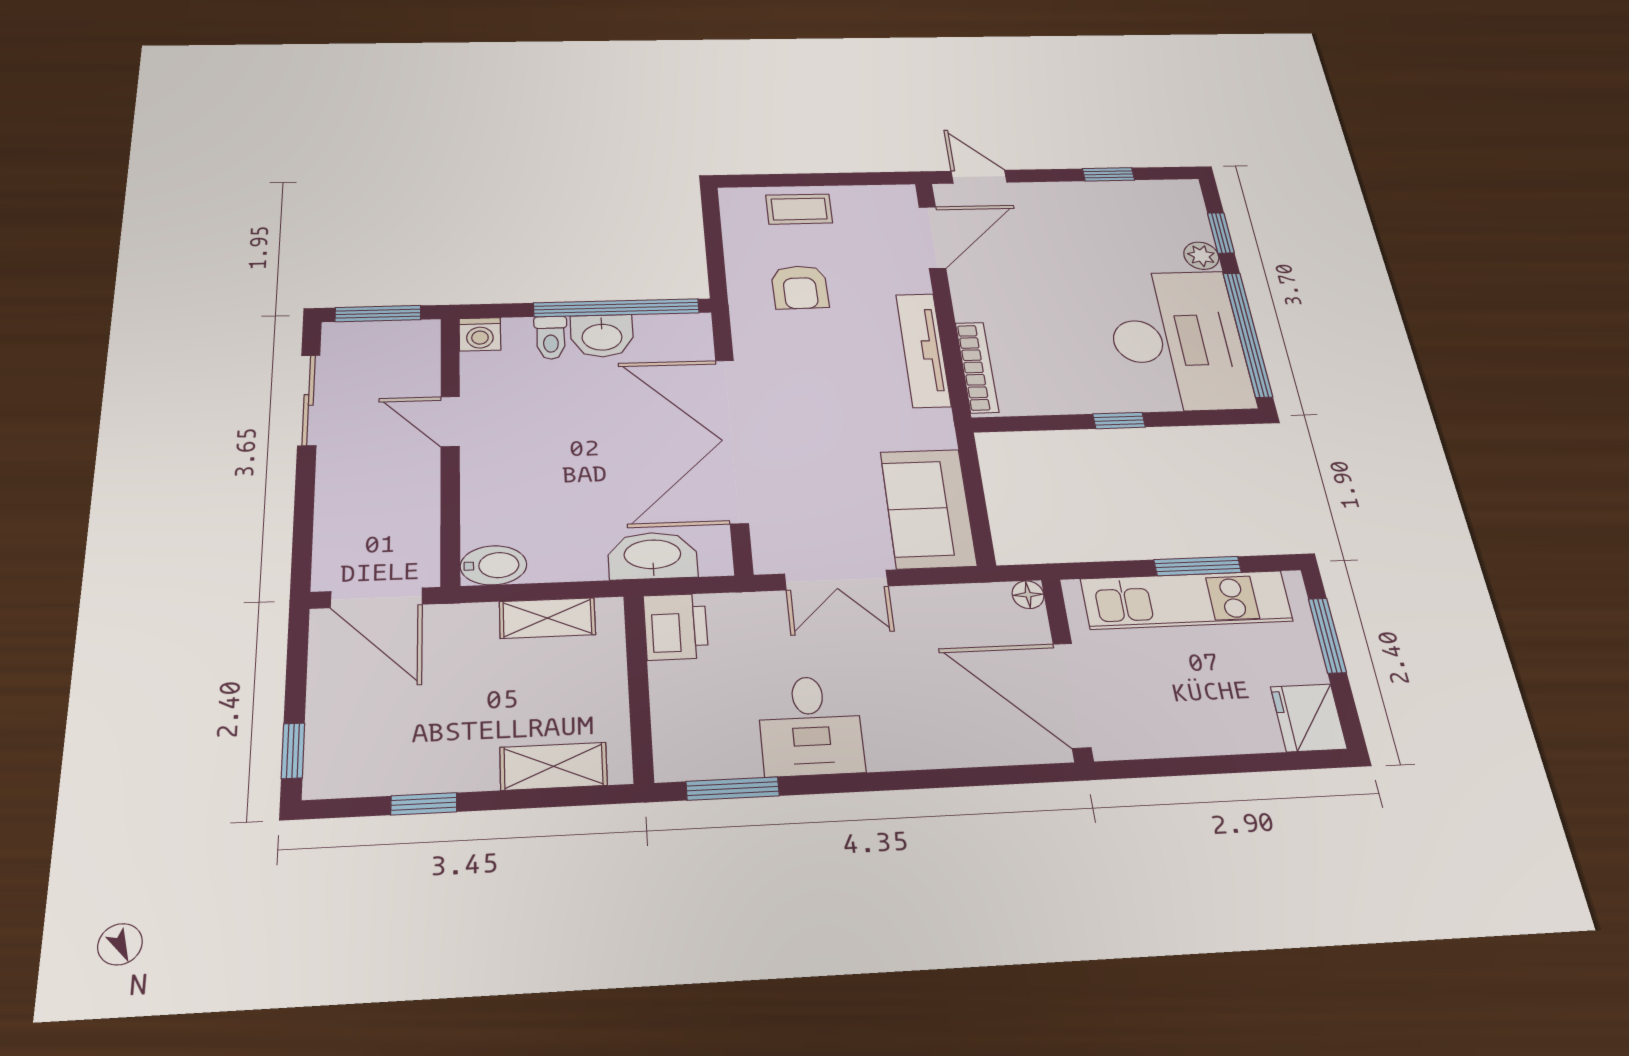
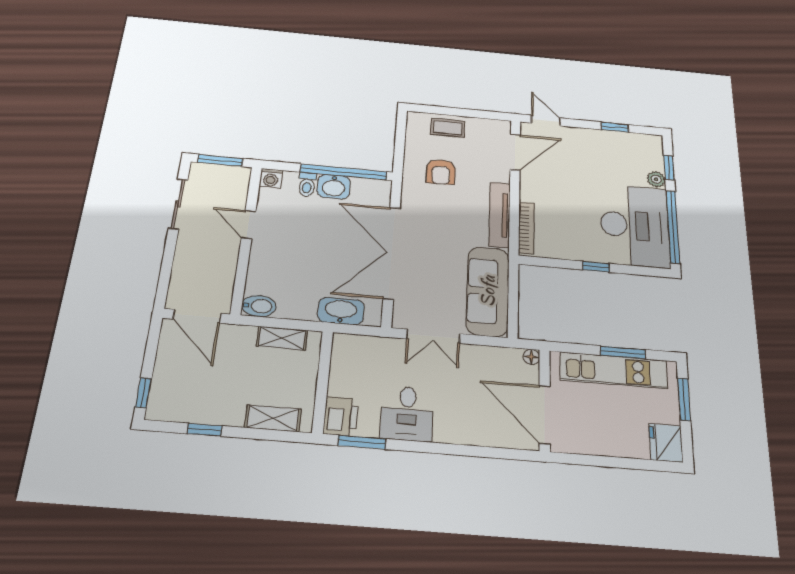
sofa: (928, 508) -> (488, 291), width x1.36
printer: (676, 627) -> (341, 416), moved

